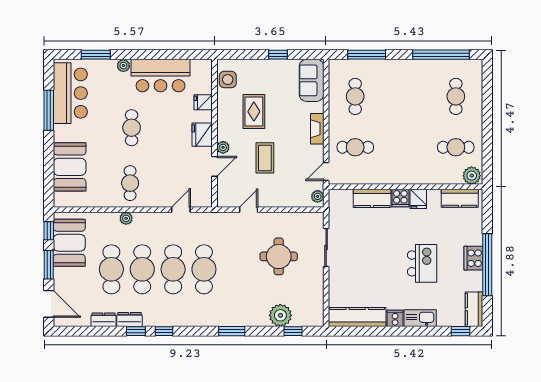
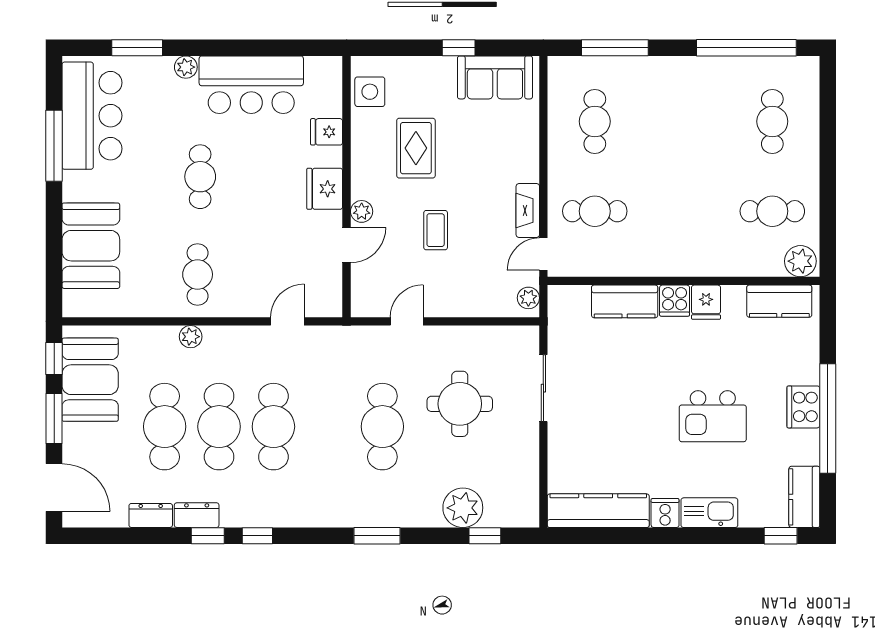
sofa: (312, 80) -> (495, 77), moved, turned -90
fireplace: (317, 129) -> (528, 210), moved
coffee table: (265, 158) -> (436, 230), width x0.73, depth x0.77
kitchen island: (422, 263) -> (713, 416), turned 90
cafe table: (204, 269) -> (382, 427), moved

